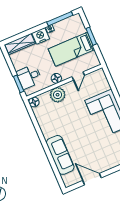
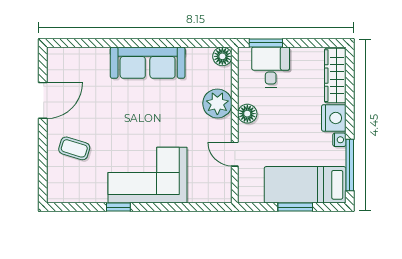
bed: (71, 49) -> (305, 185), moved, turned -90
coffee table: (109, 154) -> (74, 148), added
sofa: (60, 155) -> (148, 63), moved

